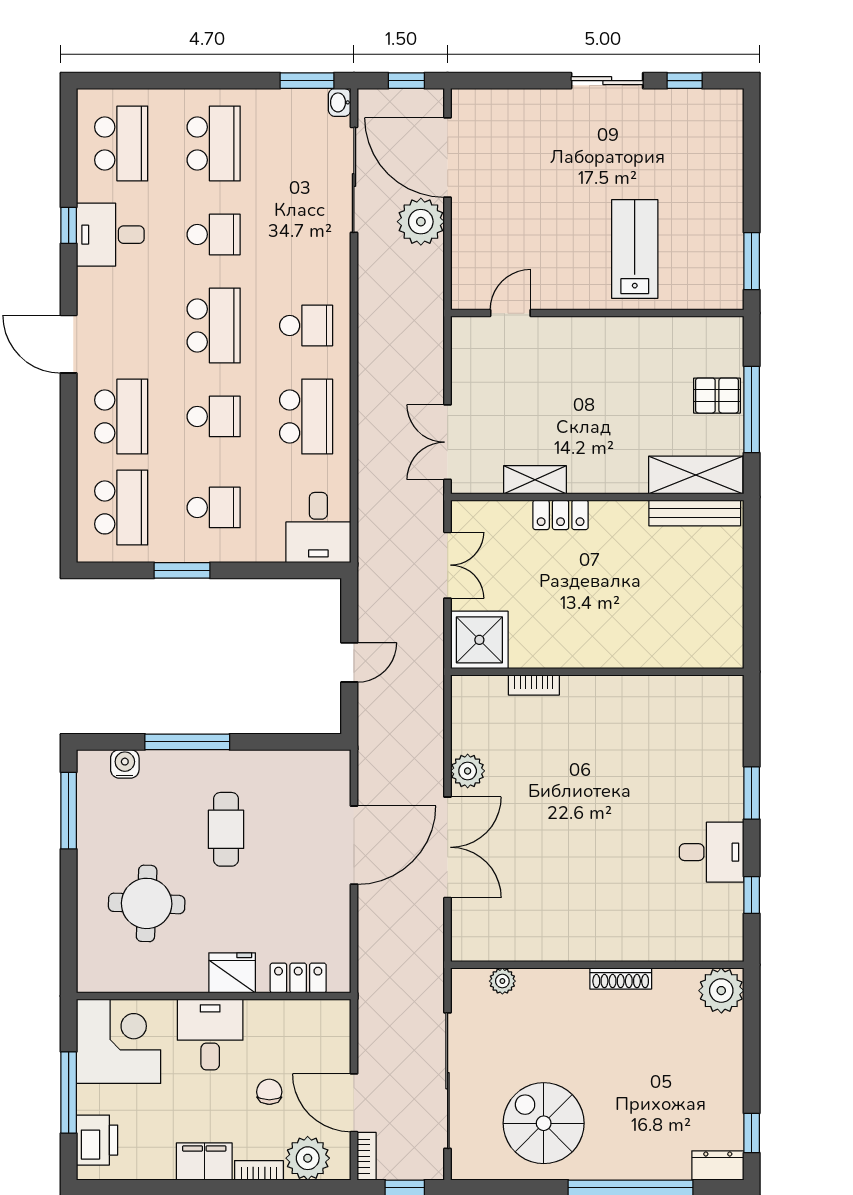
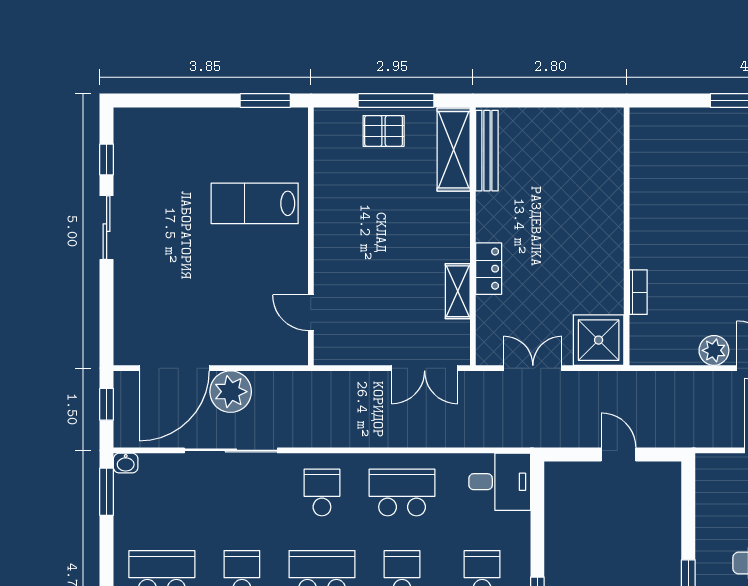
sliding door: (354, 180) -> (231, 450), moved
pallet: (717, 396) -> (384, 131), turned 90

